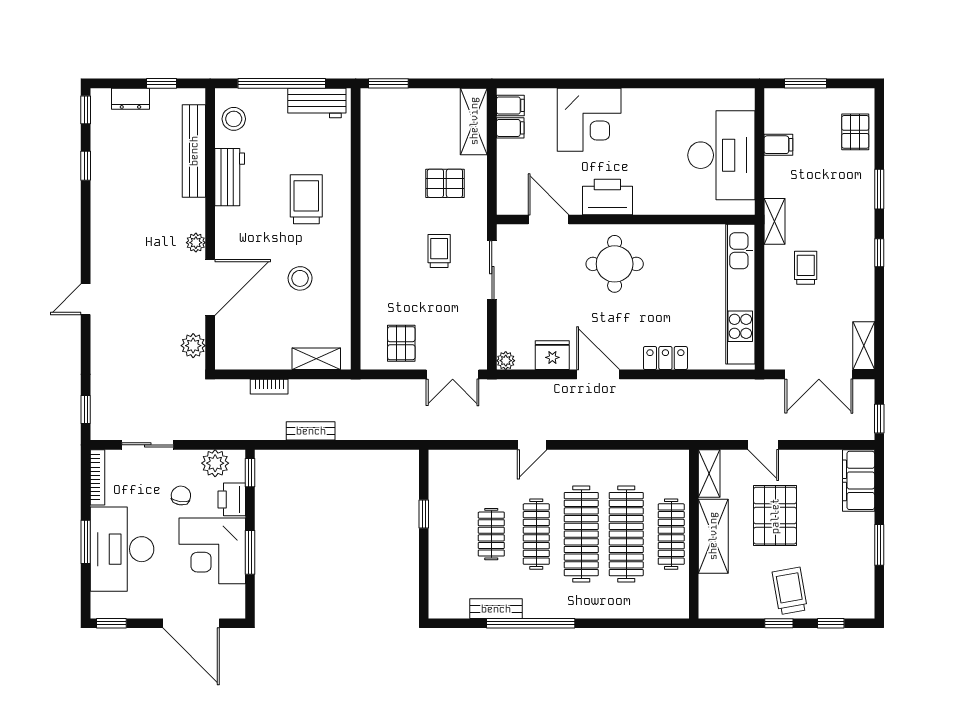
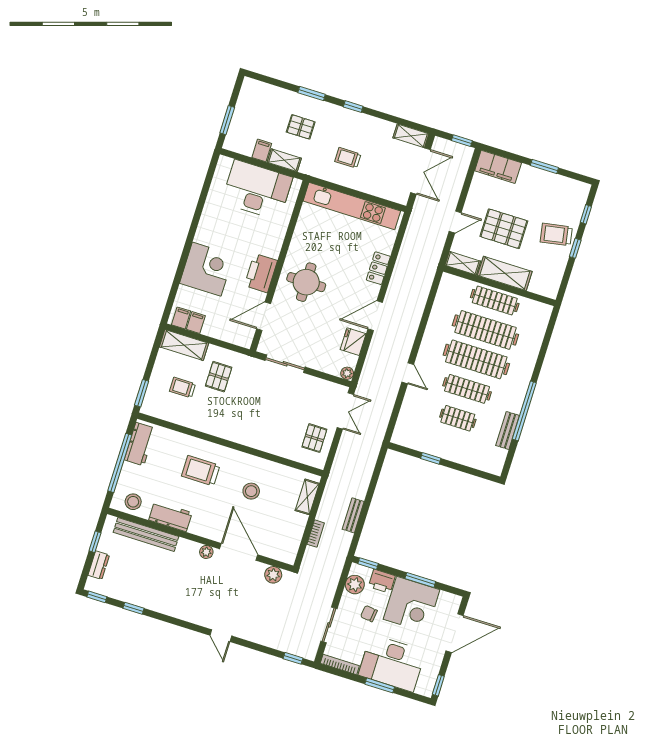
pallet: (855, 132) -> (301, 127), moved
shelving: (775, 221) -> (284, 160), moved
trolley: (439, 251) -> (182, 388), moved
pallet: (401, 343) -> (314, 438), turned 90

